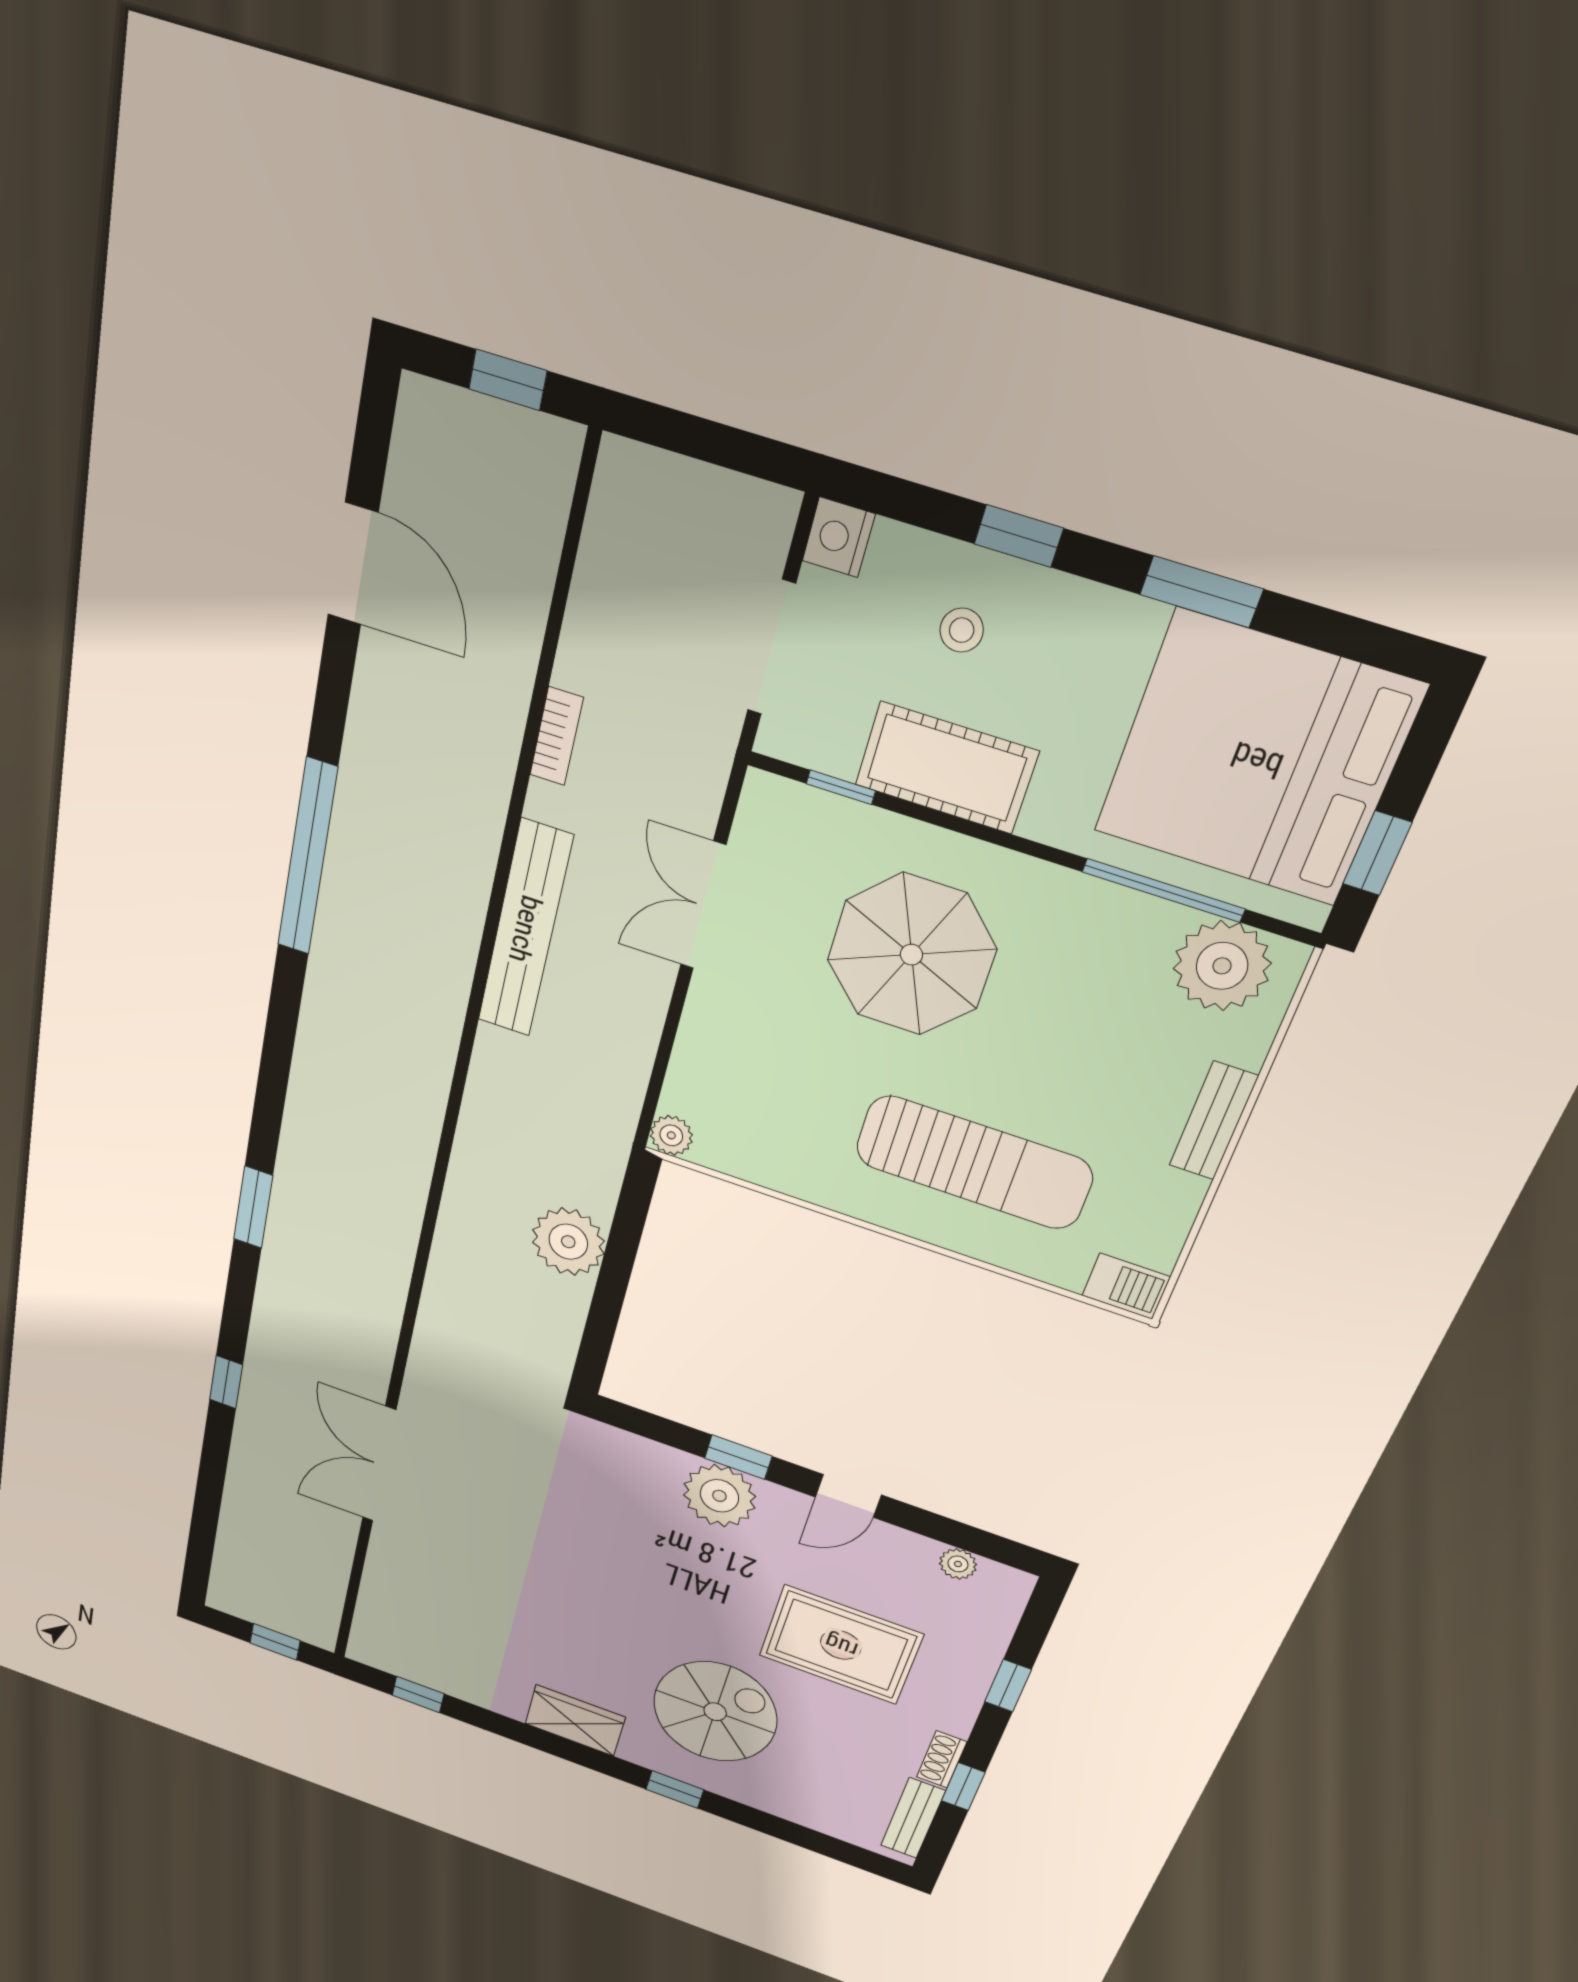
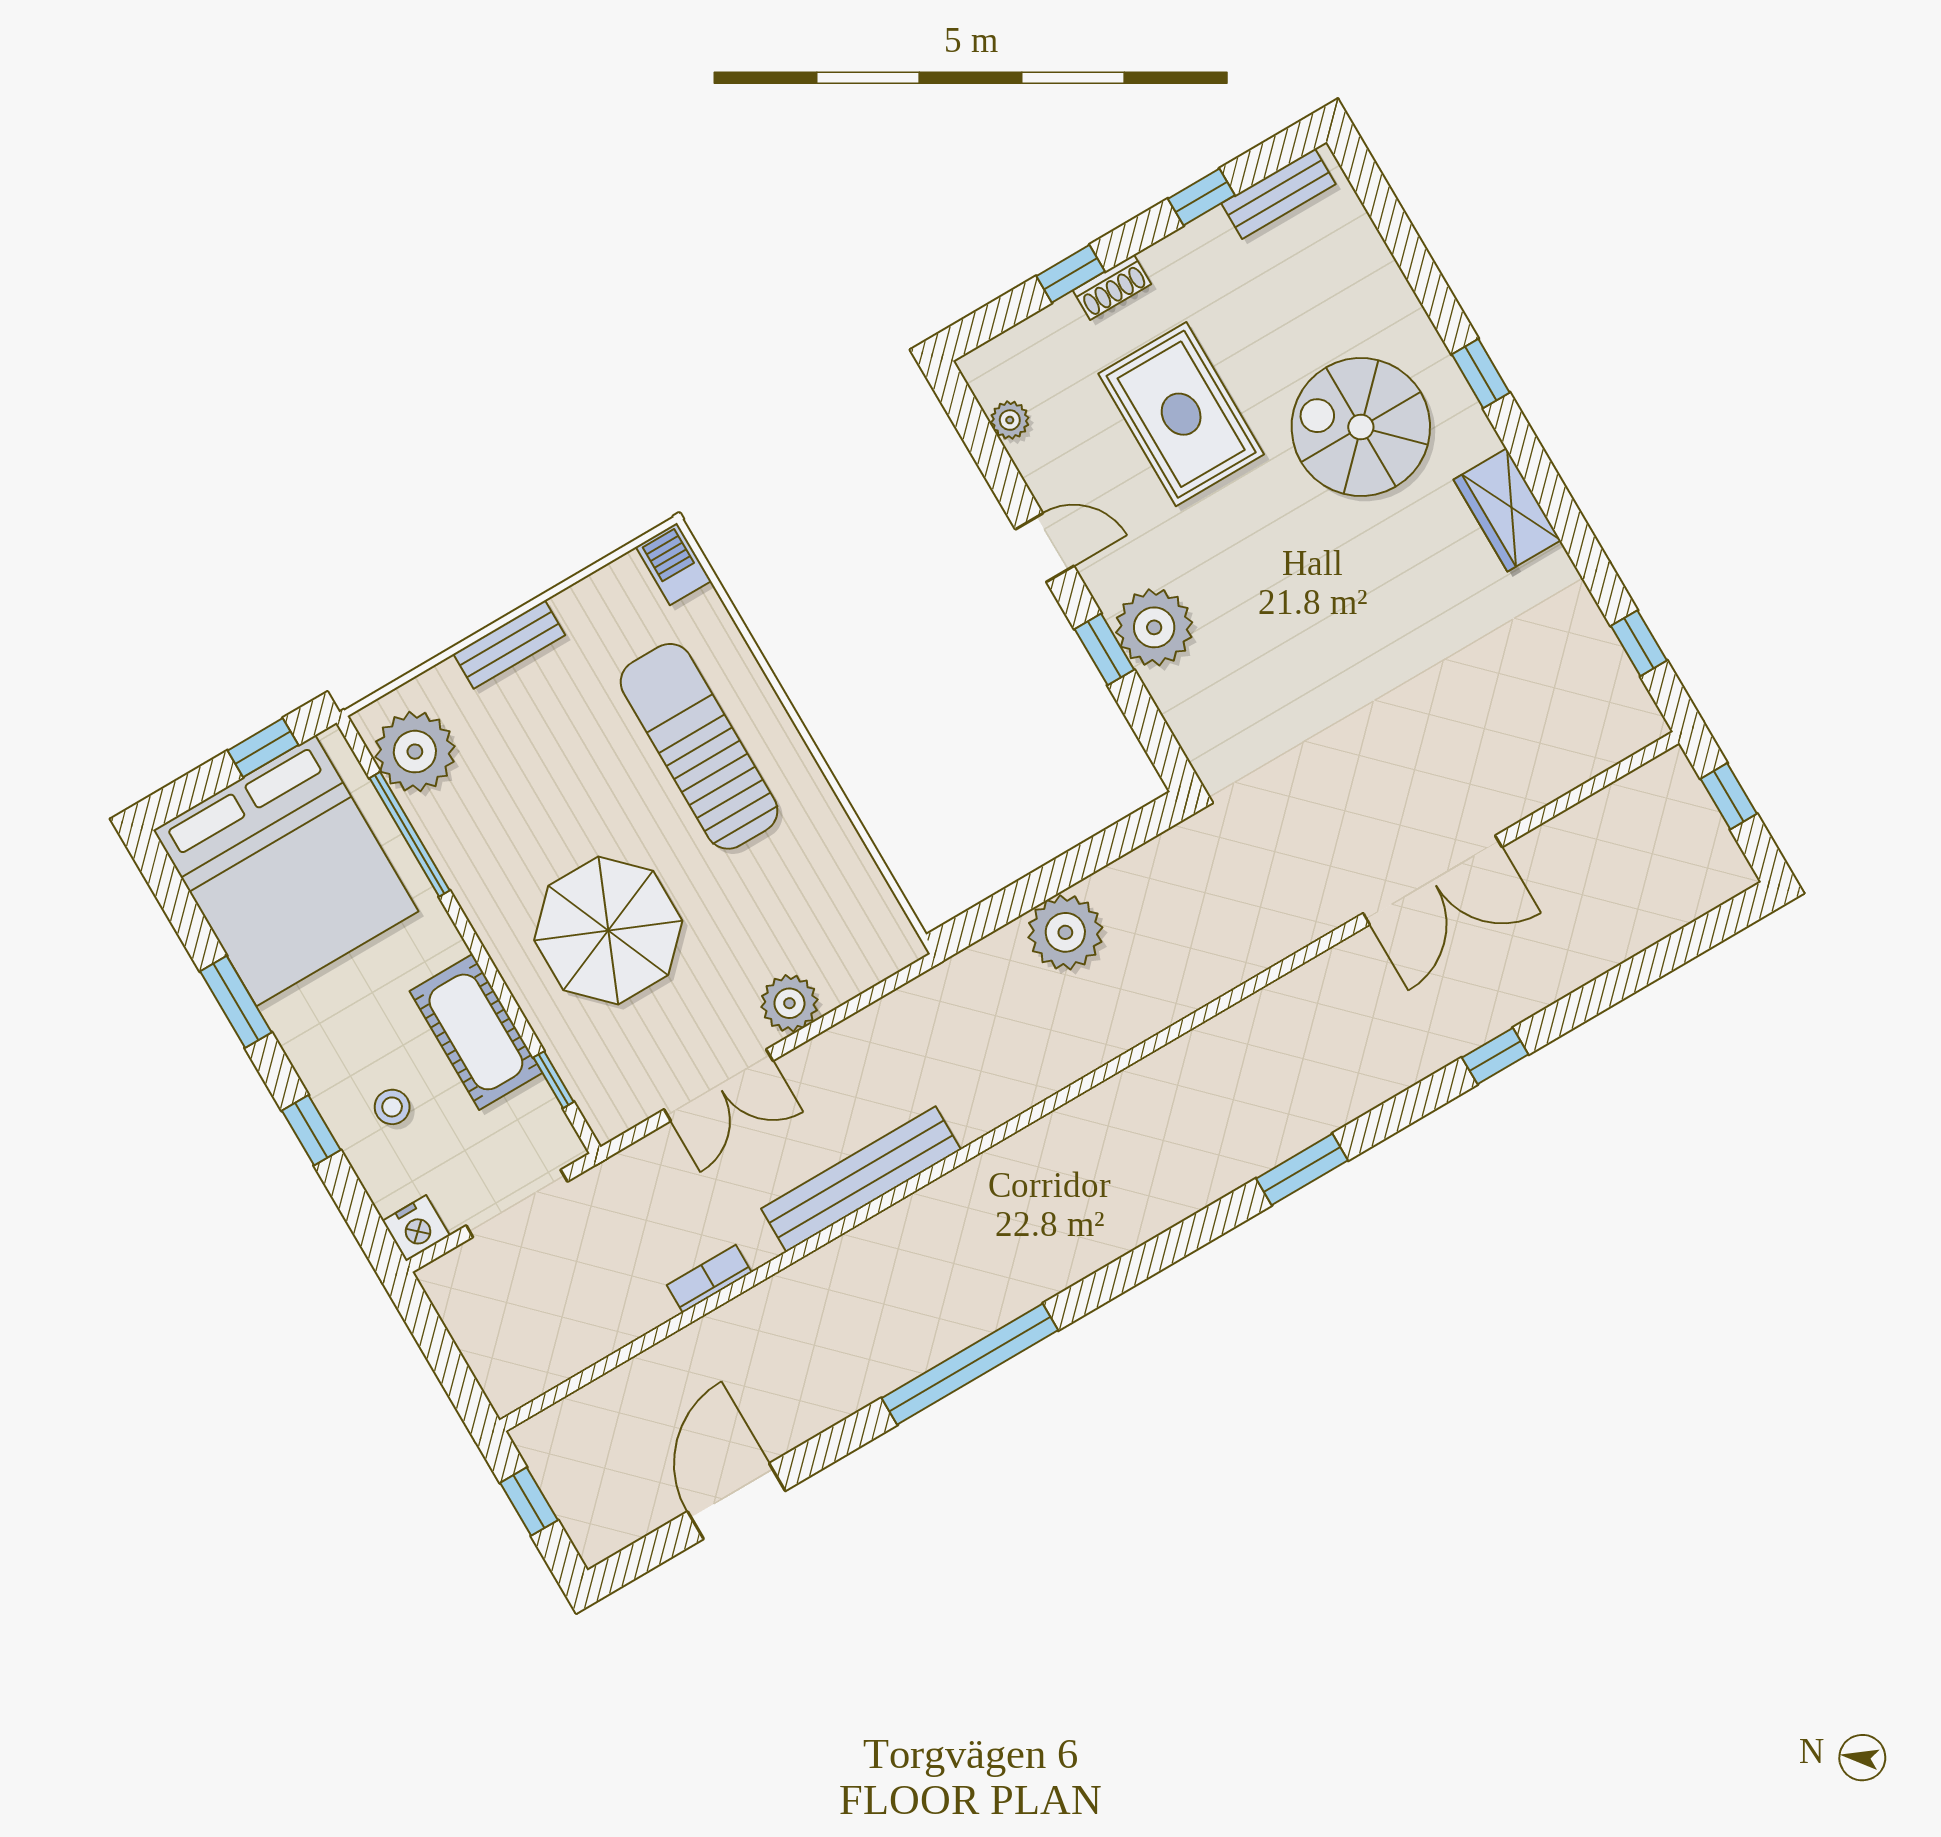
plant: (671, 1135) -> (789, 1003), moved, width x1.38, depth x1.38
shoe rack: (942, 1759) -> (1112, 287), moved

